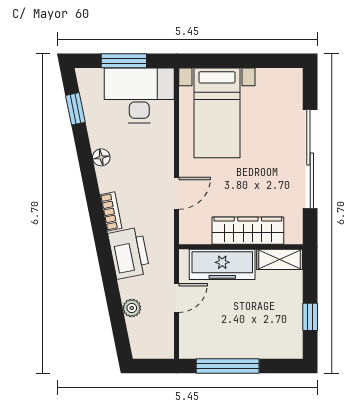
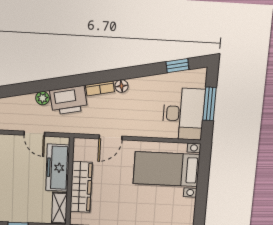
floor lamp: (101, 157) -> (122, 86), moved
door: (177, 193) -> (111, 137), hinge flipped
plant: (132, 308) -> (42, 98), moved

